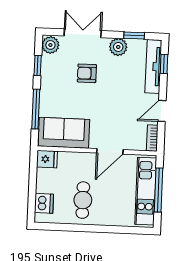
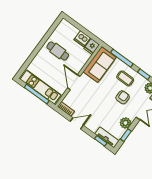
tv unit: (153, 66) -> (107, 137), width x0.71
coffee table: (60, 87) -> (125, 78), added
door: (162, 111) -> (77, 123), hinge flipped
dishwasher: (44, 203) -> (82, 39), moved

